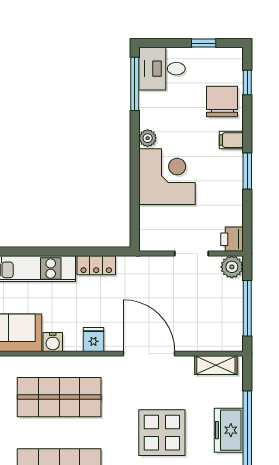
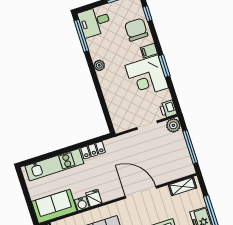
corner desk: (167, 177) -> (147, 77), moved, turned 180
fridge: (93, 339) -> (94, 198), moved

